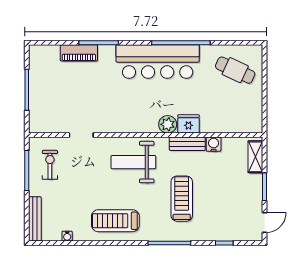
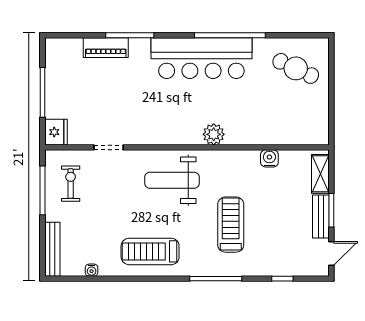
fridge: (188, 124) -> (56, 132), moved, turned 90
bench: (187, 144) -> (321, 216), moved, turned 90

